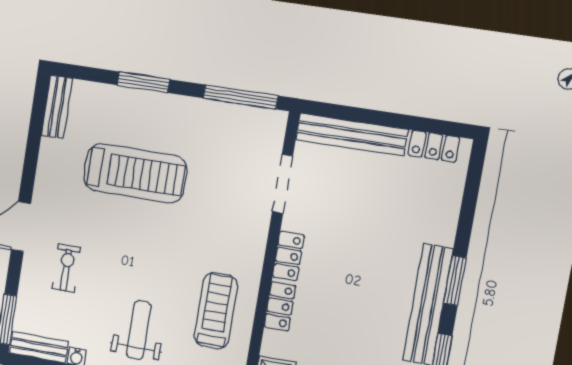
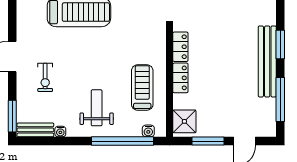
exercise bike: (66, 268) -> (45, 77), turned 180

